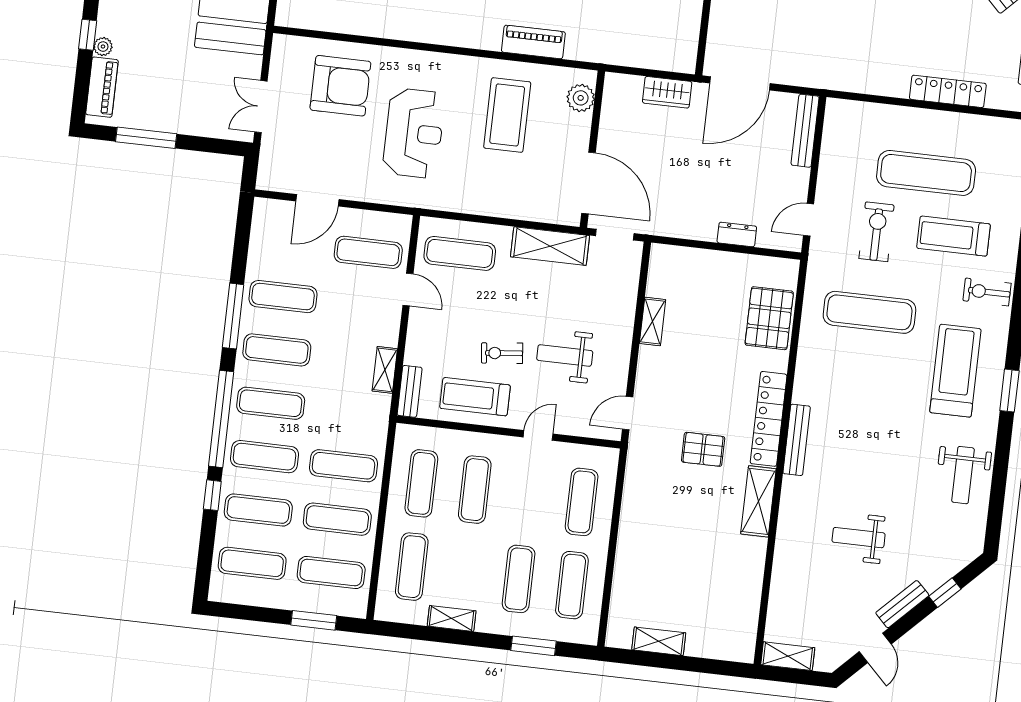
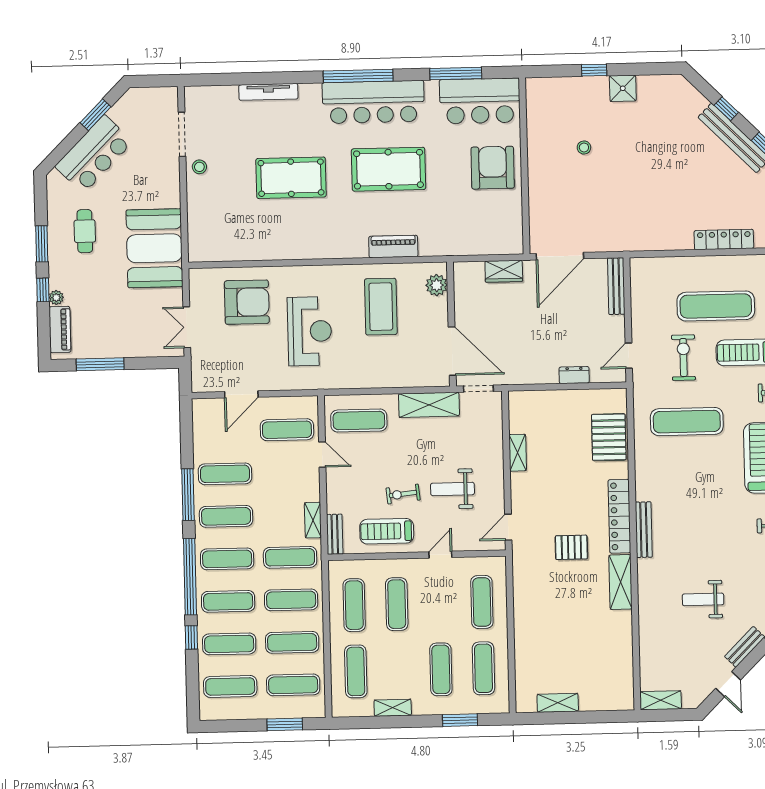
exercise mat: (350, 412) -> (290, 557), added

